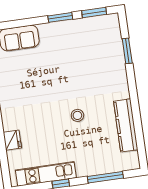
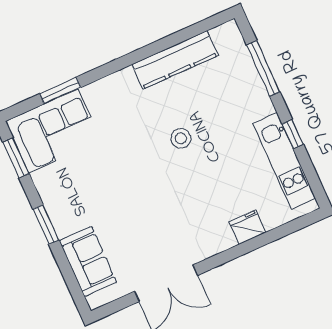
window: (60, 17) -> (46, 224), moved
corner sofa: (104, 40) -> (53, 131), added

